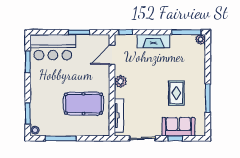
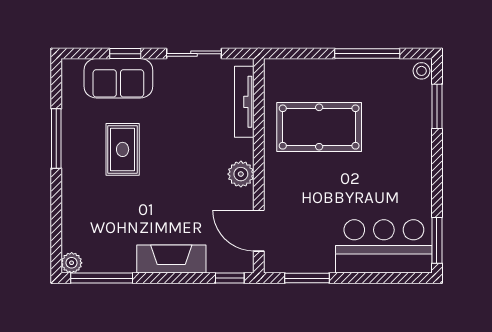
window: (79, 32) -> (307, 278), moved
door: (112, 55) -> (259, 231), swing flipped
window: (28, 62) -> (437, 240), moved

